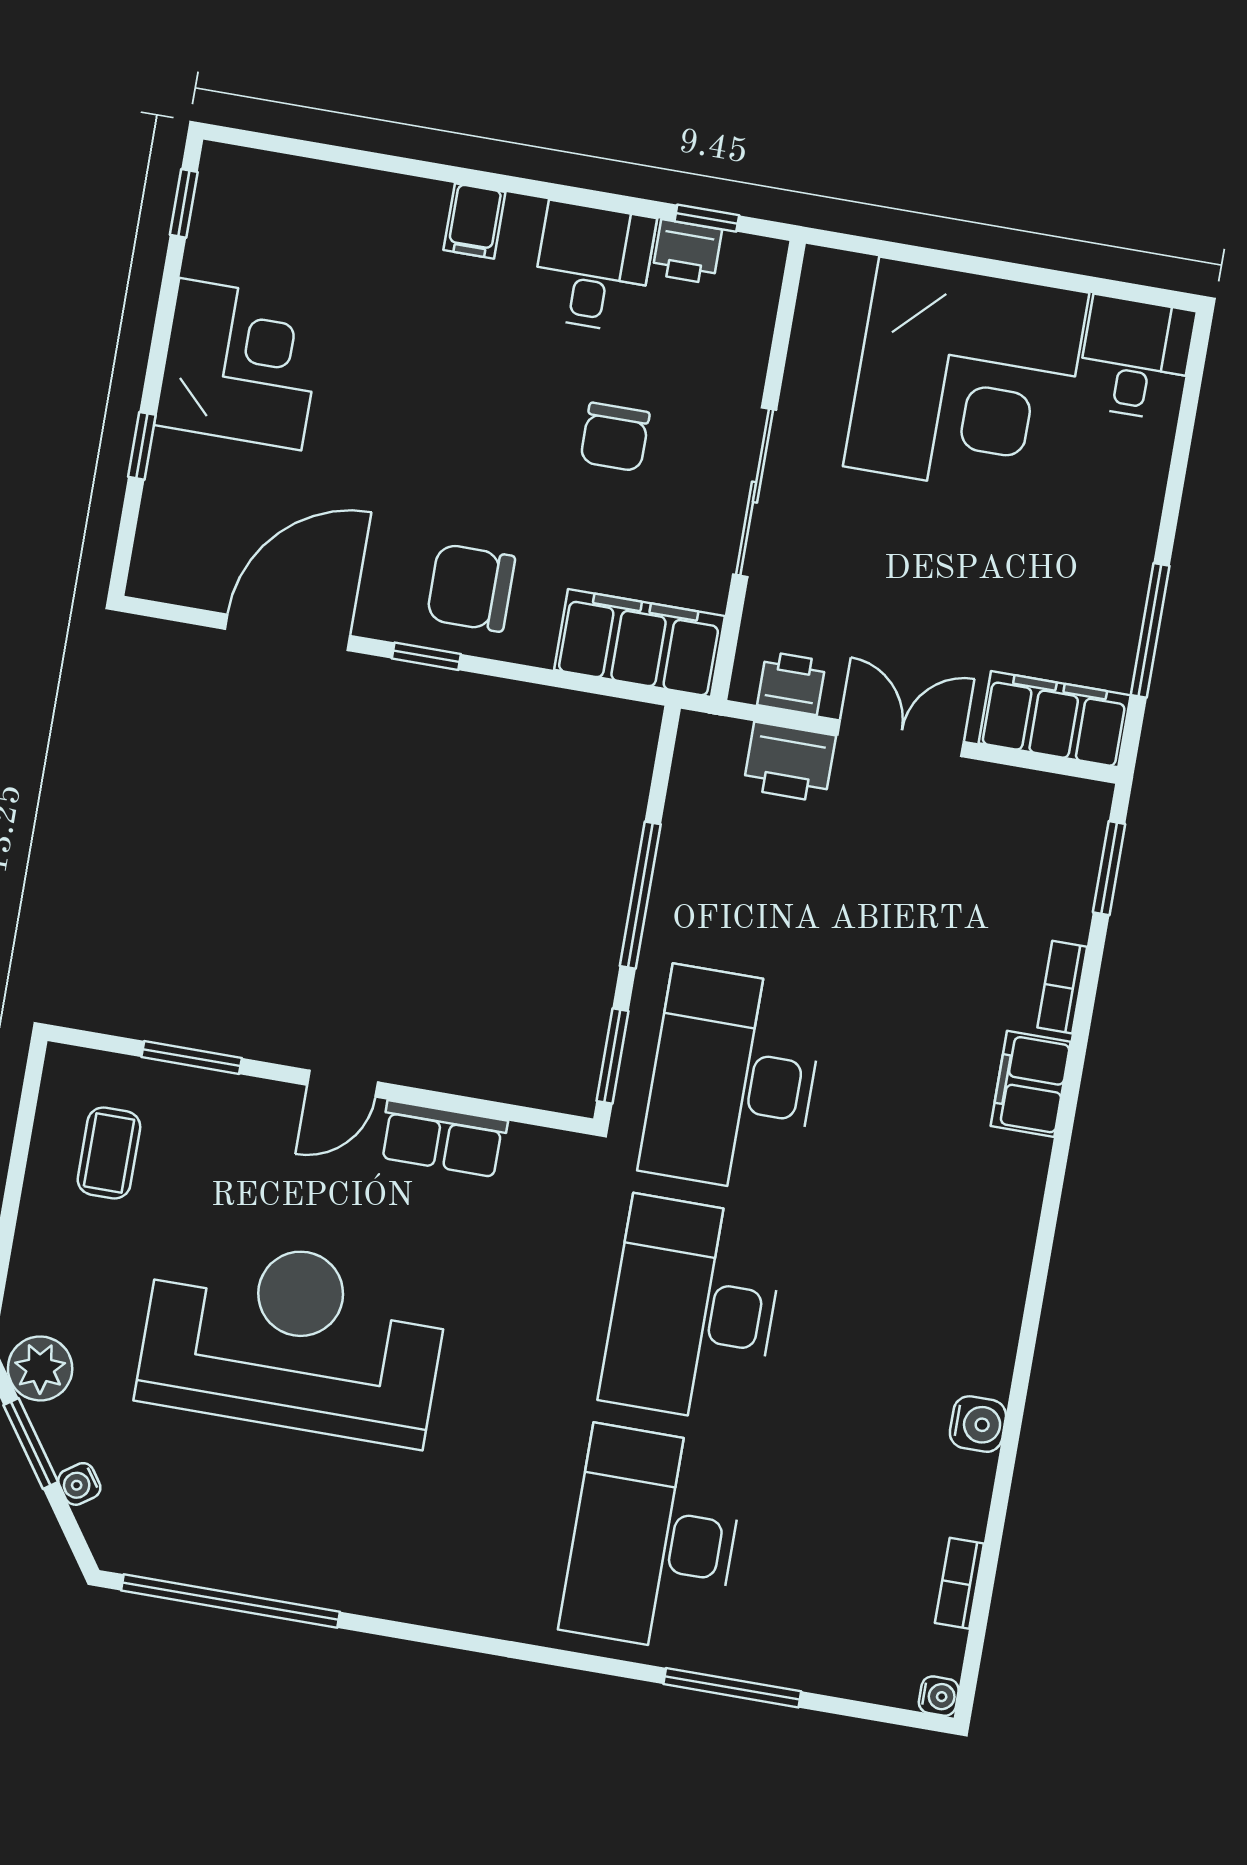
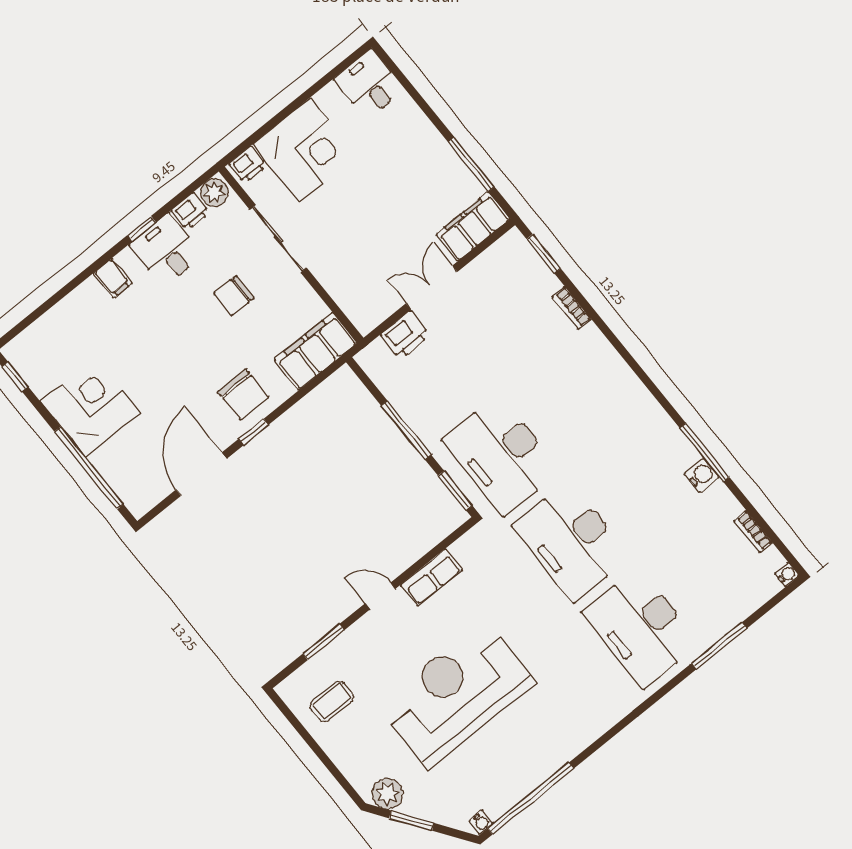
window: (707, 218) -> (142, 229), moved
plant: (750, 263) -> (214, 193), added
corner desk: (966, 380) -> (305, 150), width x0.74, depth x0.74
chair: (615, 437) -> (234, 296), turned 90
window: (142, 446) -> (89, 468), width x3.17
sliding door: (755, 492) -> (278, 239), moved
chair: (471, 588) -> (243, 394), turned -90
printer: (792, 683) -> (248, 165), moved, turned 180
door: (342, 1084) -> (380, 596), swing flipped
filing cabinet: (1031, 1084) -> (596, 350), removed
coffee table: (109, 1153) -> (332, 701), turned 90
window: (1018, 1398) -> (705, 453), added
water cooler: (79, 1484) -> (481, 822), moved, turned -55

